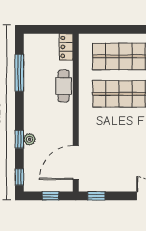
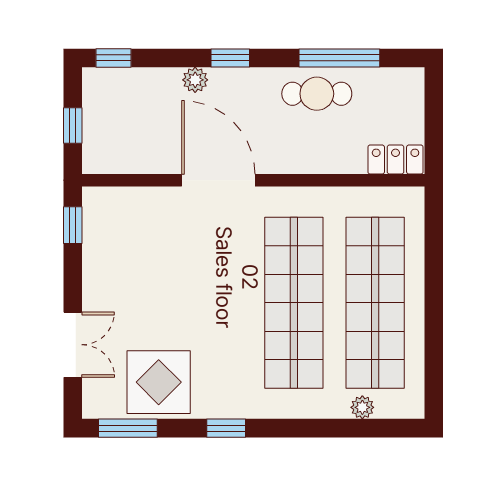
cafe table: (63, 86) -> (317, 94), moved
window: (19, 139) -> (230, 58), moved
door: (76, 163) -> (218, 180), moved

